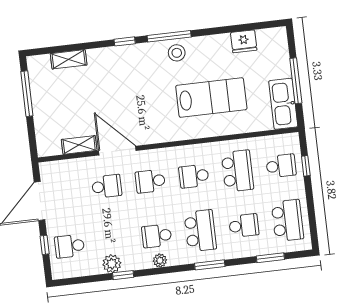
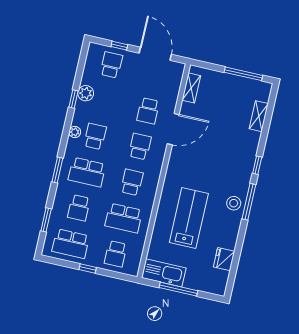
lab bench: (211, 98) -> (189, 218), turned 180
shelving: (79, 145) -> (191, 88), moved
window: (306, 166) -> (88, 269), moved

